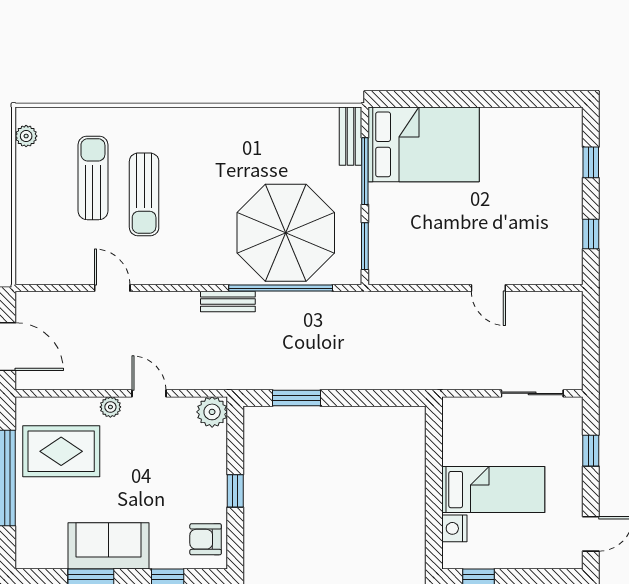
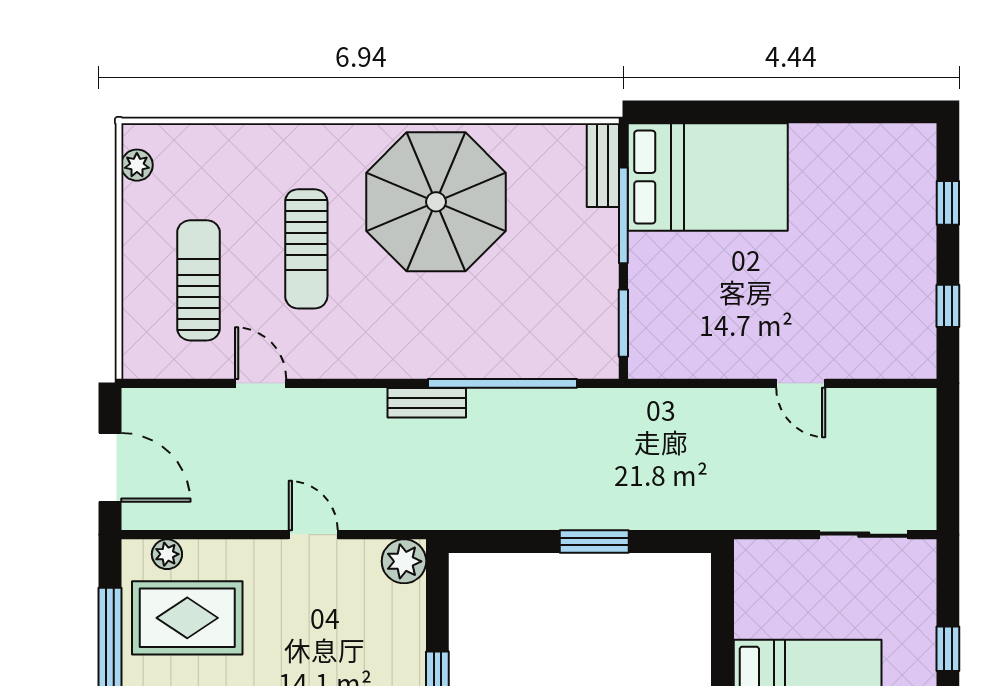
sun lounger: (93, 178) -> (198, 280), moved
parasol: (286, 233) -> (436, 202), moved
window: (296, 398) -> (594, 541), moved
plant: (110, 407) -> (167, 554), moved
window: (591, 451) -> (948, 649), moved

